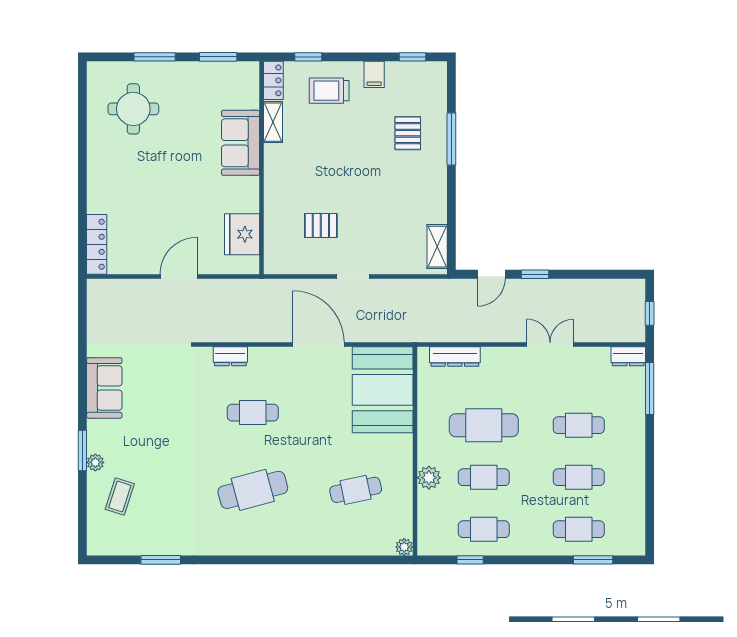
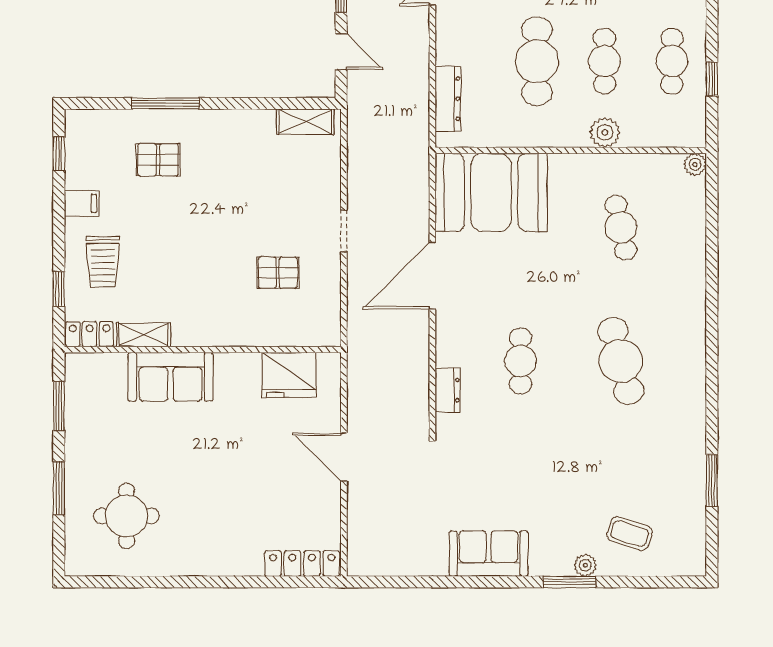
pallet: (321, 225) -> (278, 273), turned 90

